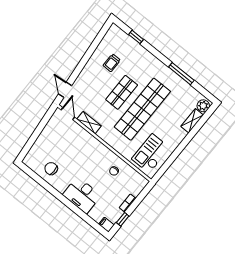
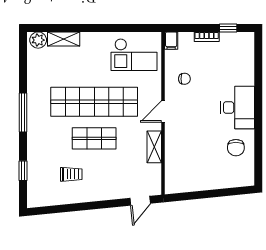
window: (181, 74) -> (23, 113), moved
door: (68, 114) -> (163, 112), moved
desk: (82, 195) -> (238, 108), moved
filing cabinet: (106, 225) -> (171, 41), moved

